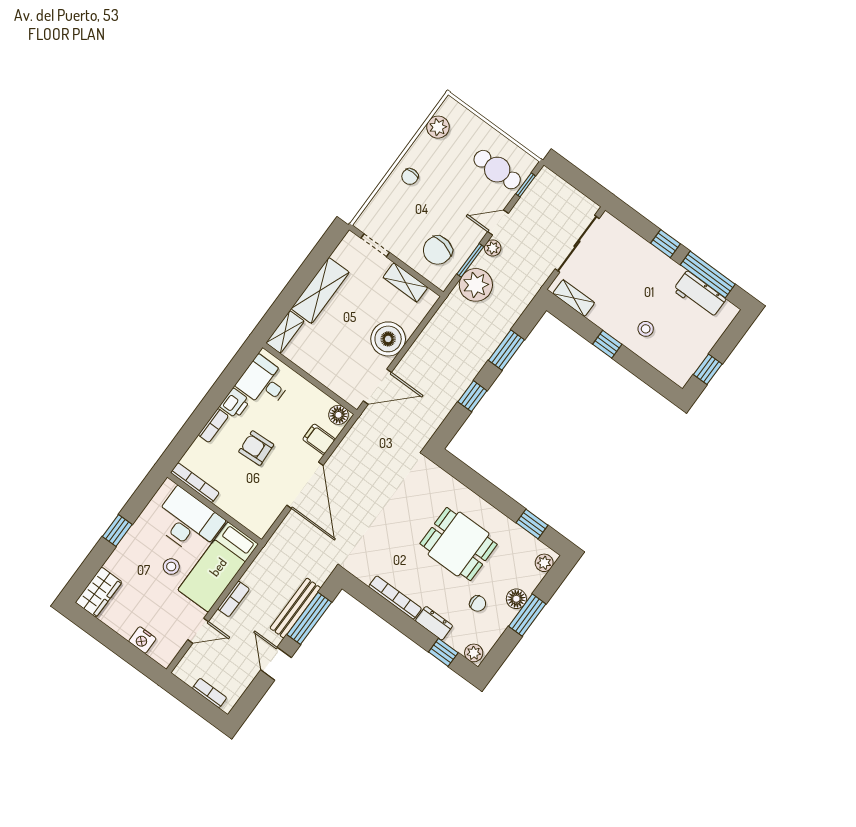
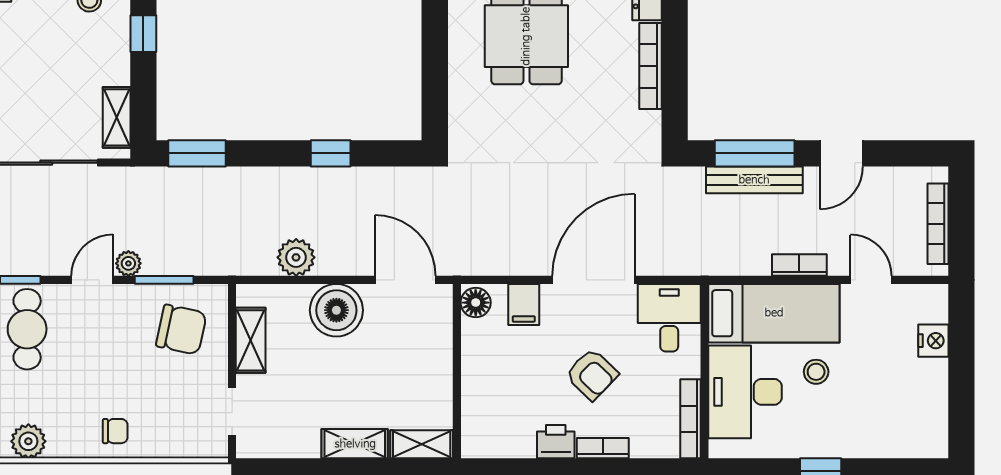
door: (498, 223) -> (92, 280), swing flipped
plant: (476, 285) -> (296, 257), moved, width x0.73, depth x0.73
shelving: (320, 290) -> (355, 444), width x0.67, depth x0.75
window: (506, 350) -> (197, 153), moved
desk: (264, 382) -> (669, 318), moved, turned 180
armchair: (256, 448) -> (592, 374), turned -43
wardrobe: (99, 592) -> (914, 439), removed
bookcase: (210, 693) -> (938, 224), width x1.56

